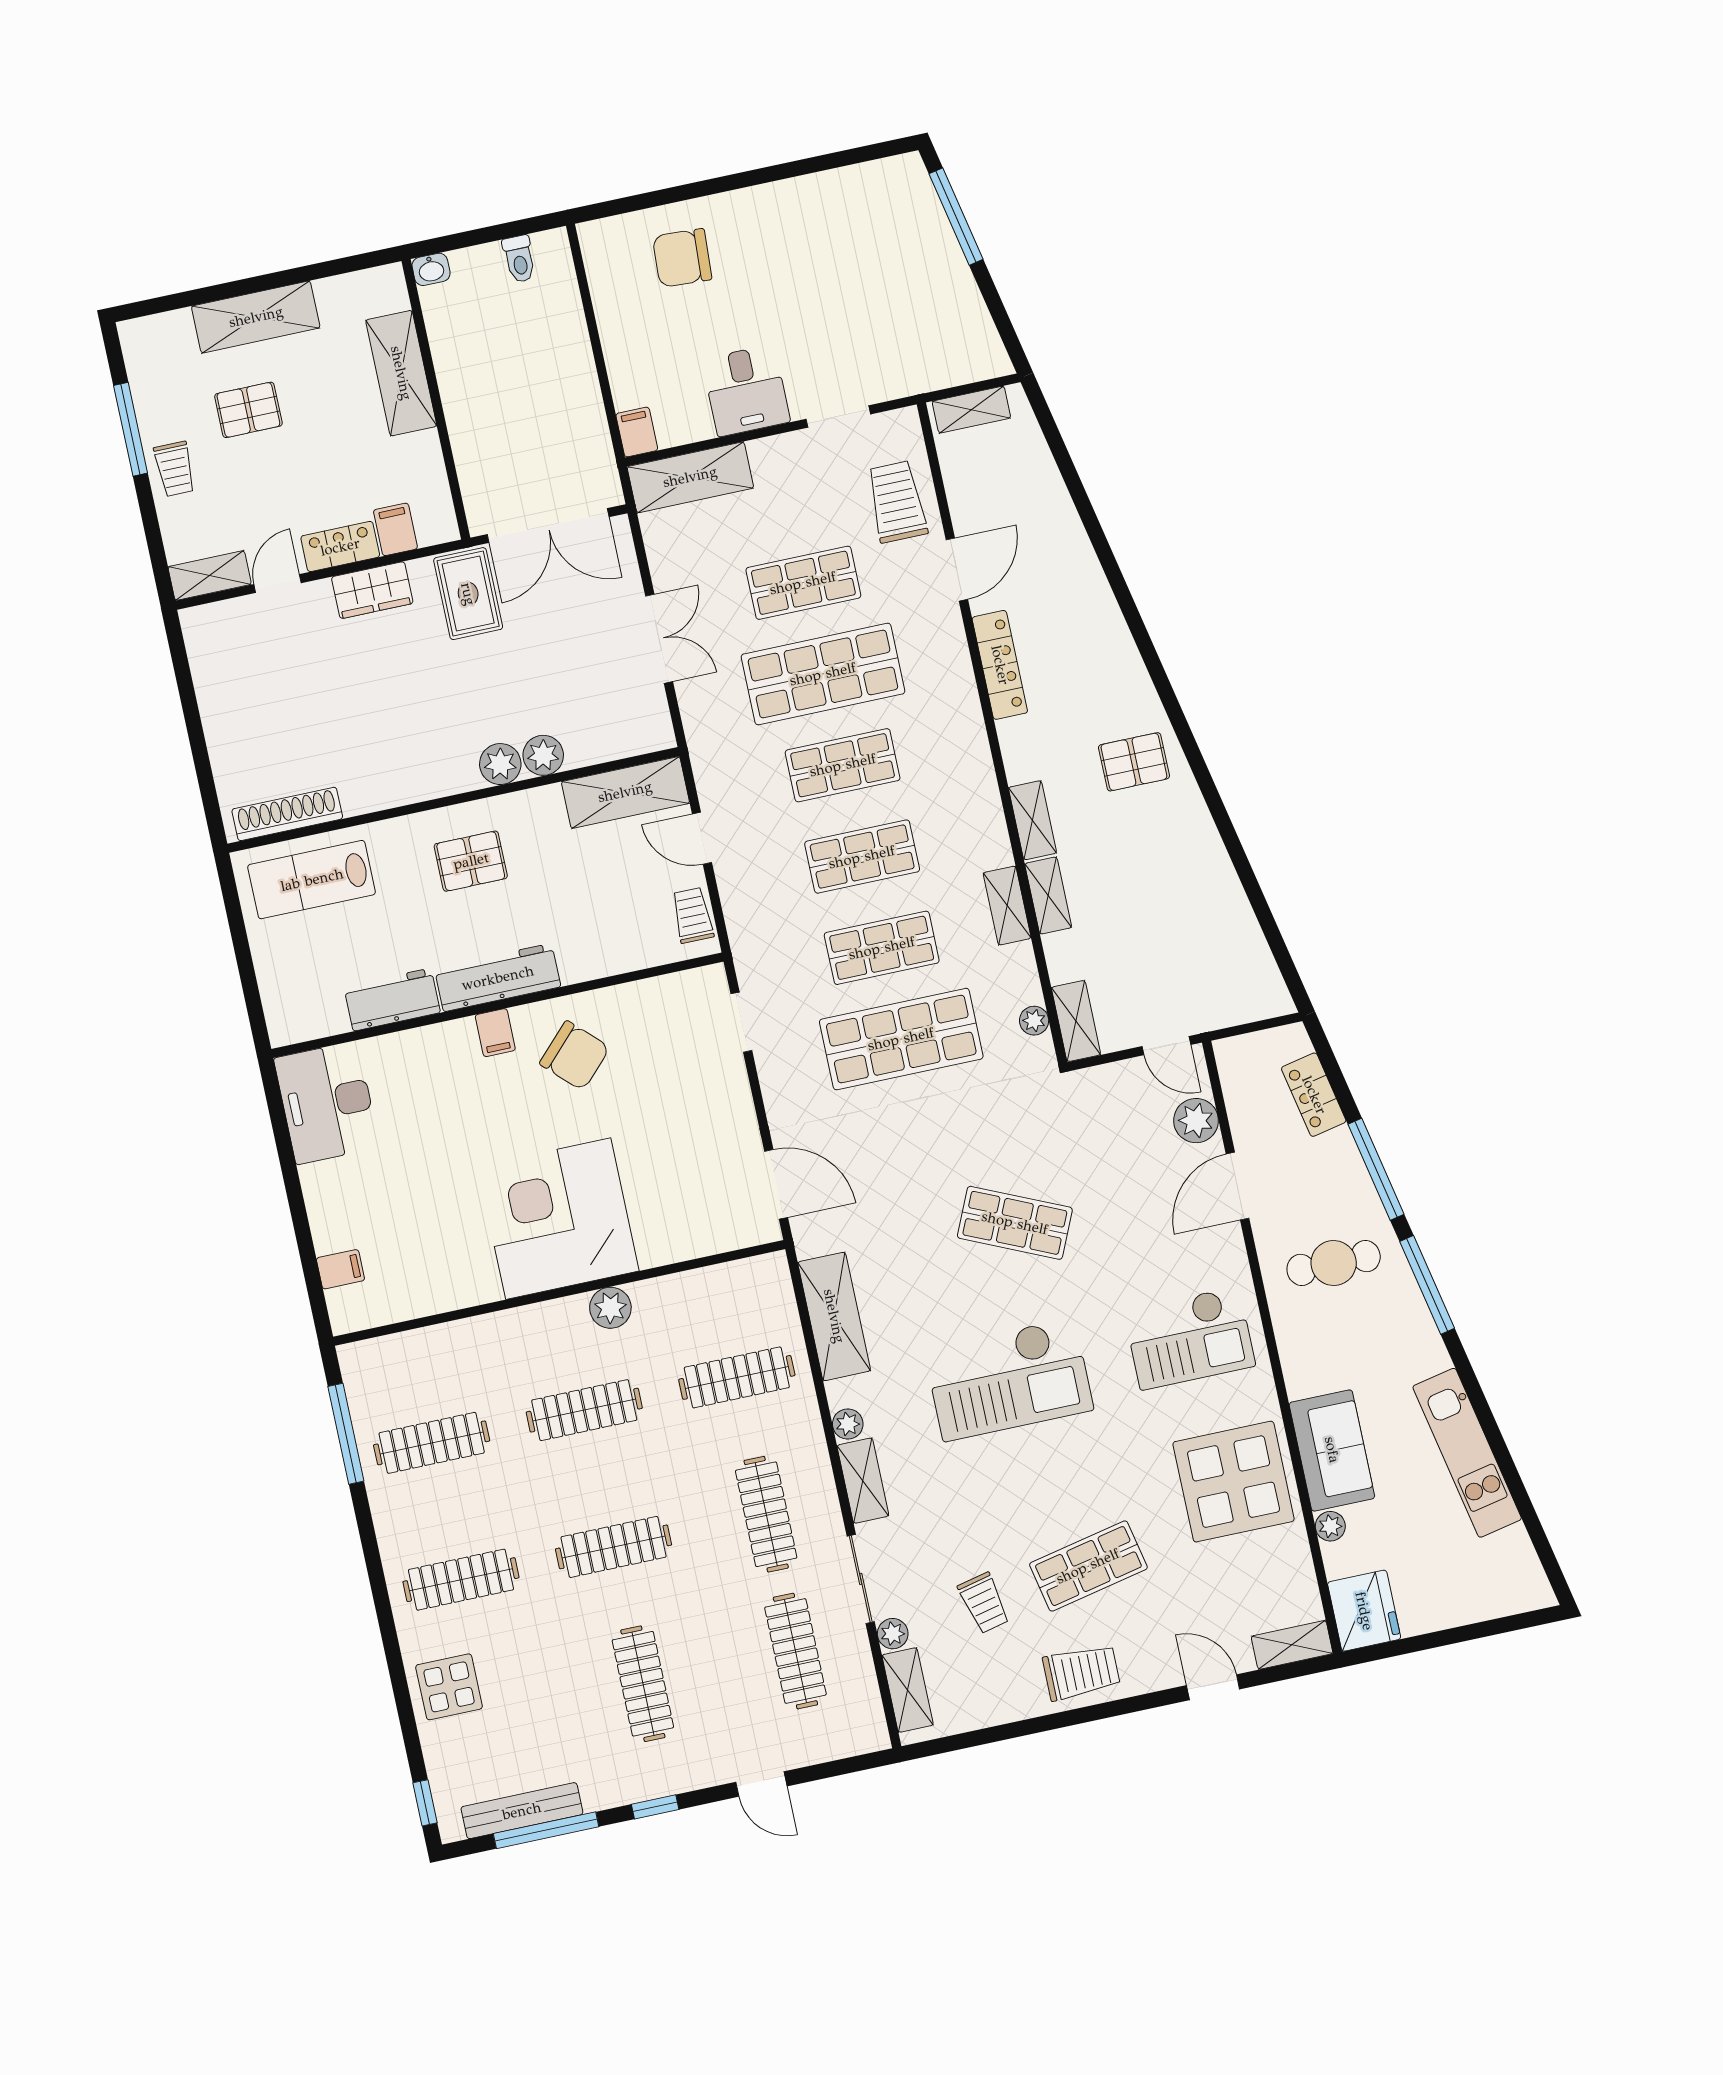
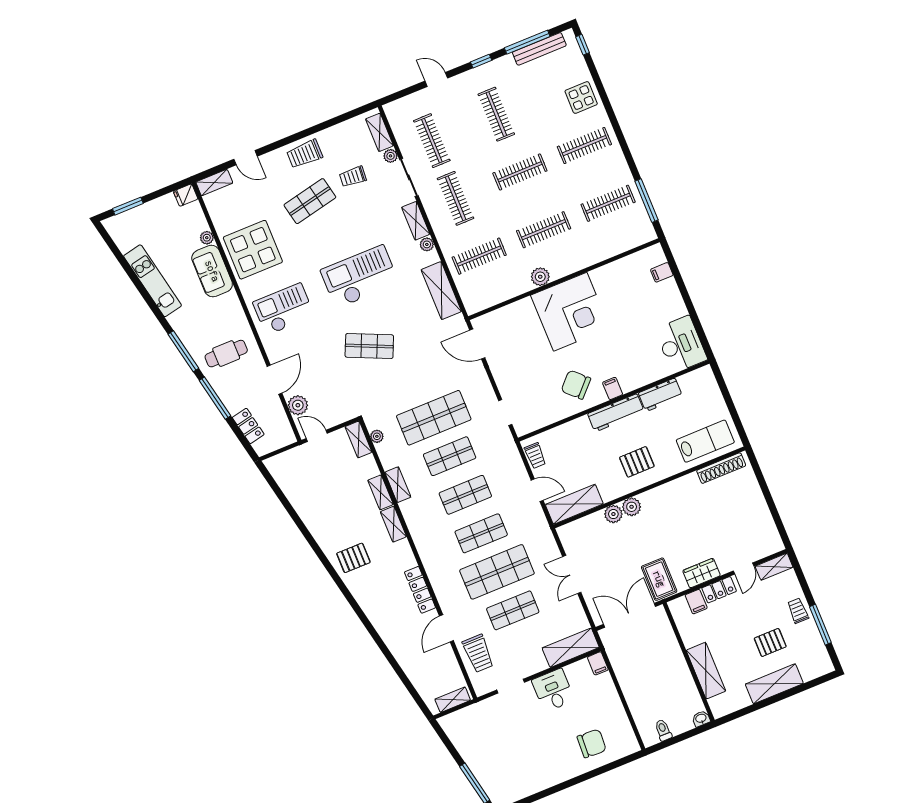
trolley: (984, 1603) -> (353, 177), turned -73
fridge: (1364, 1611) -> (186, 195), width x0.53, depth x0.75
window: (1492, 1627) -> (128, 206), added

